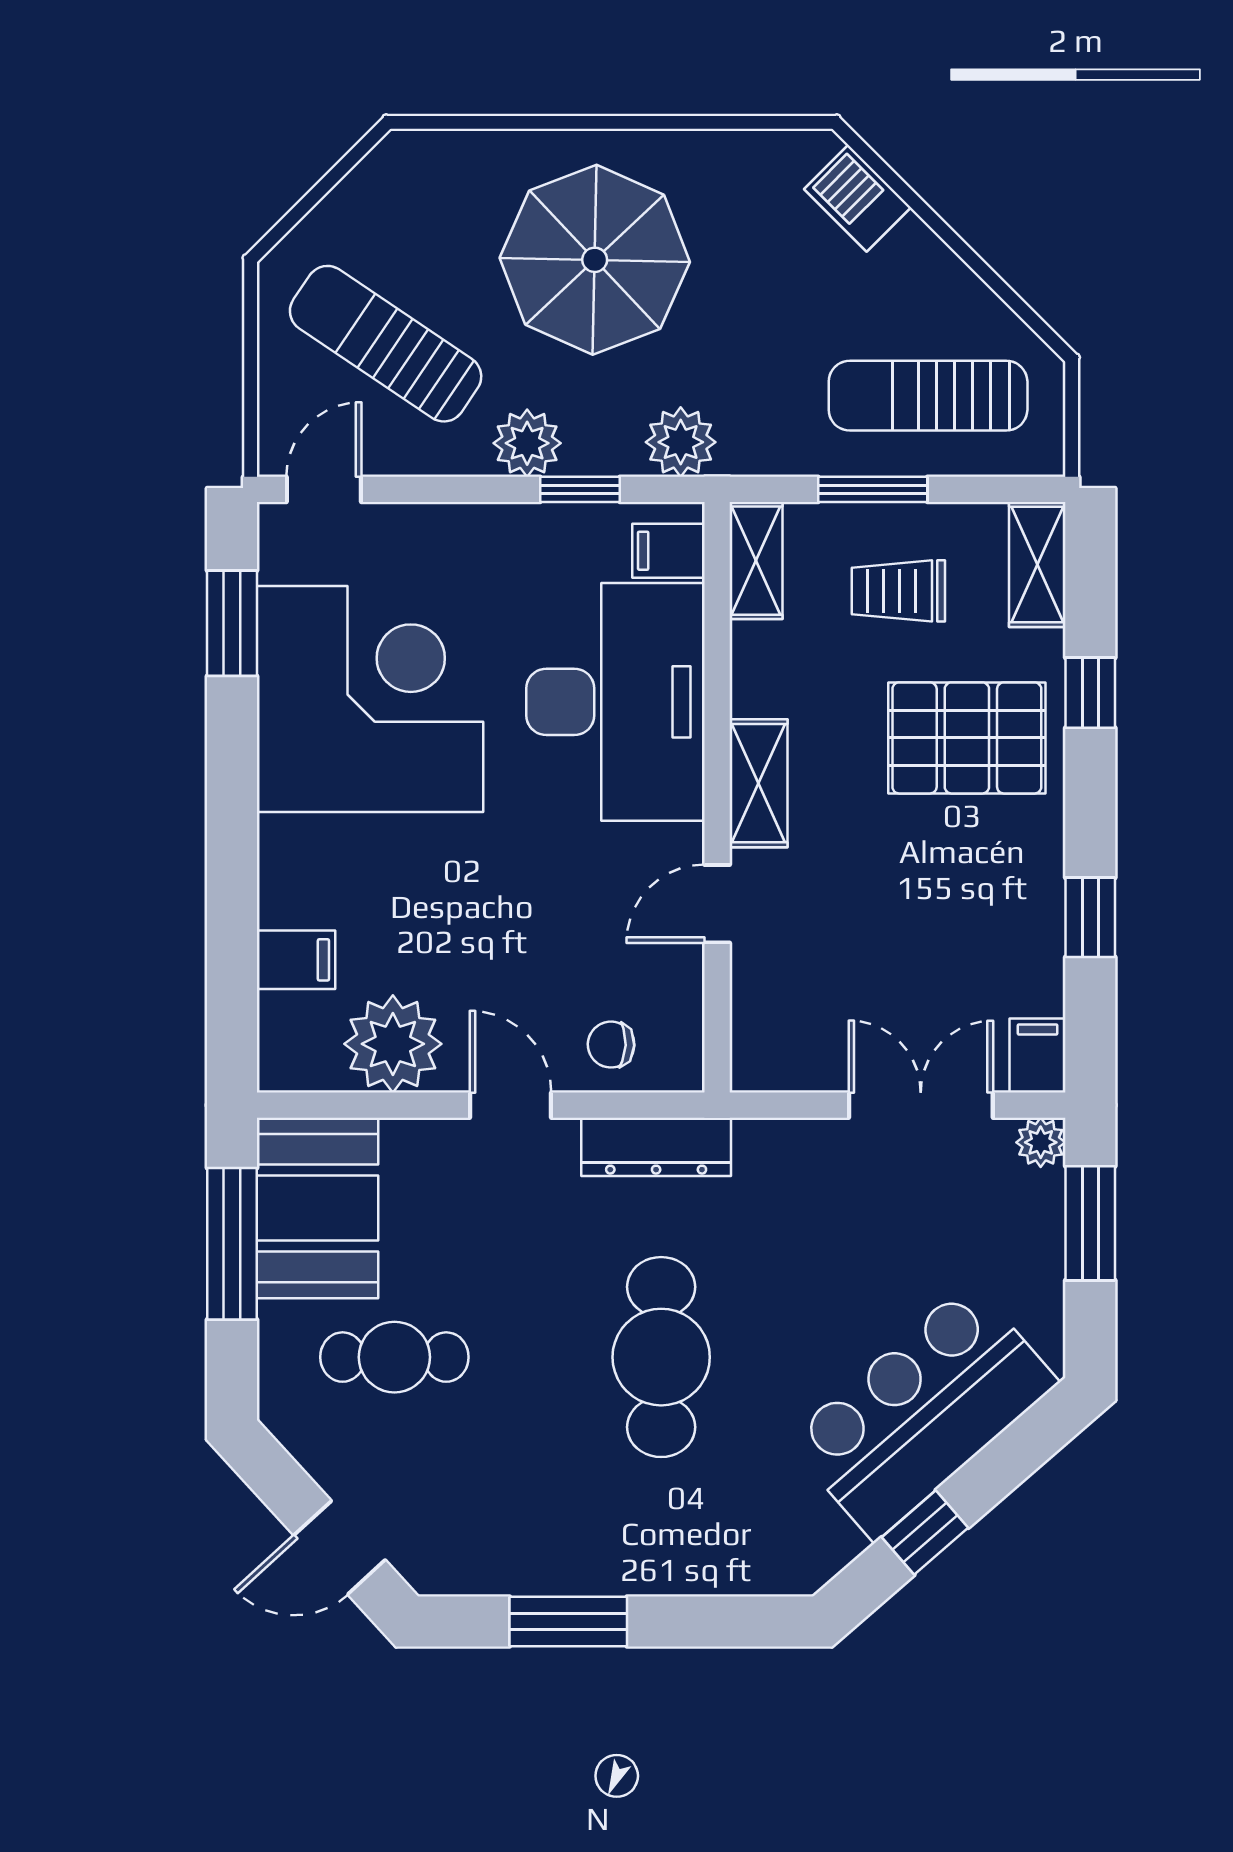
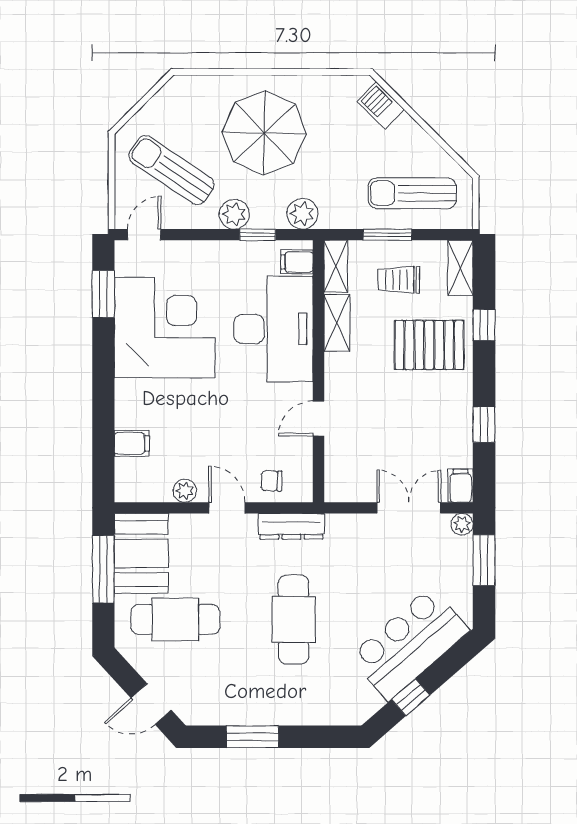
shelving: (758, 783) -> (337, 323), moved
plant: (393, 1044) -> (185, 491), width x0.53, depth x0.53
cafe table: (394, 1357) -> (175, 620), width x1.37, depth x1.35

